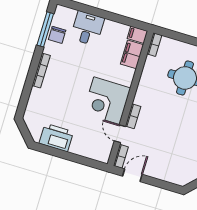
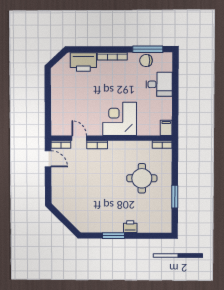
filing cabinet: (132, 54) -> (148, 128), removed
corner desk: (107, 101) -> (120, 119), moved
door: (120, 134) -> (79, 138), hinge flipped
printer: (56, 137) -> (83, 62), moved, turned 90

